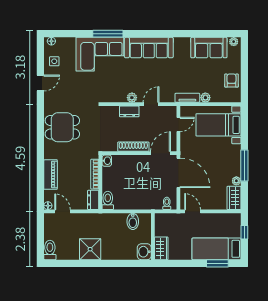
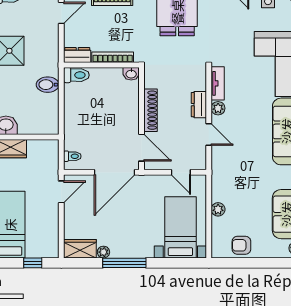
armchair: (231, 81) -> (241, 245), turned 180
tv unit: (187, 98) -> (218, 83), moved
bidet: (133, 221) -> (48, 85), moved

